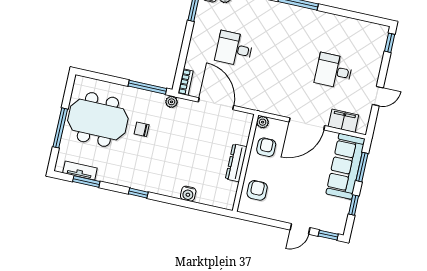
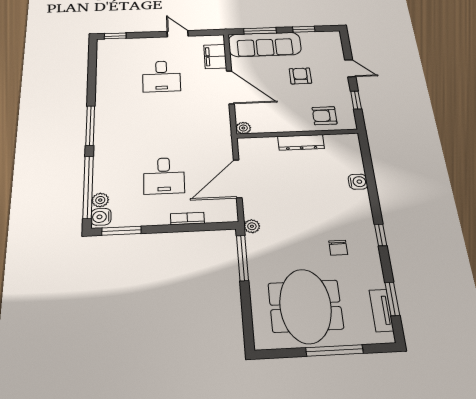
bookcase: (186, 82) -> (187, 218), moved
chair: (142, 129) -> (338, 248), moved
armchair: (266, 147) -> (300, 76), moved, turned 90
window: (328, 235) -> (356, 100), moved

